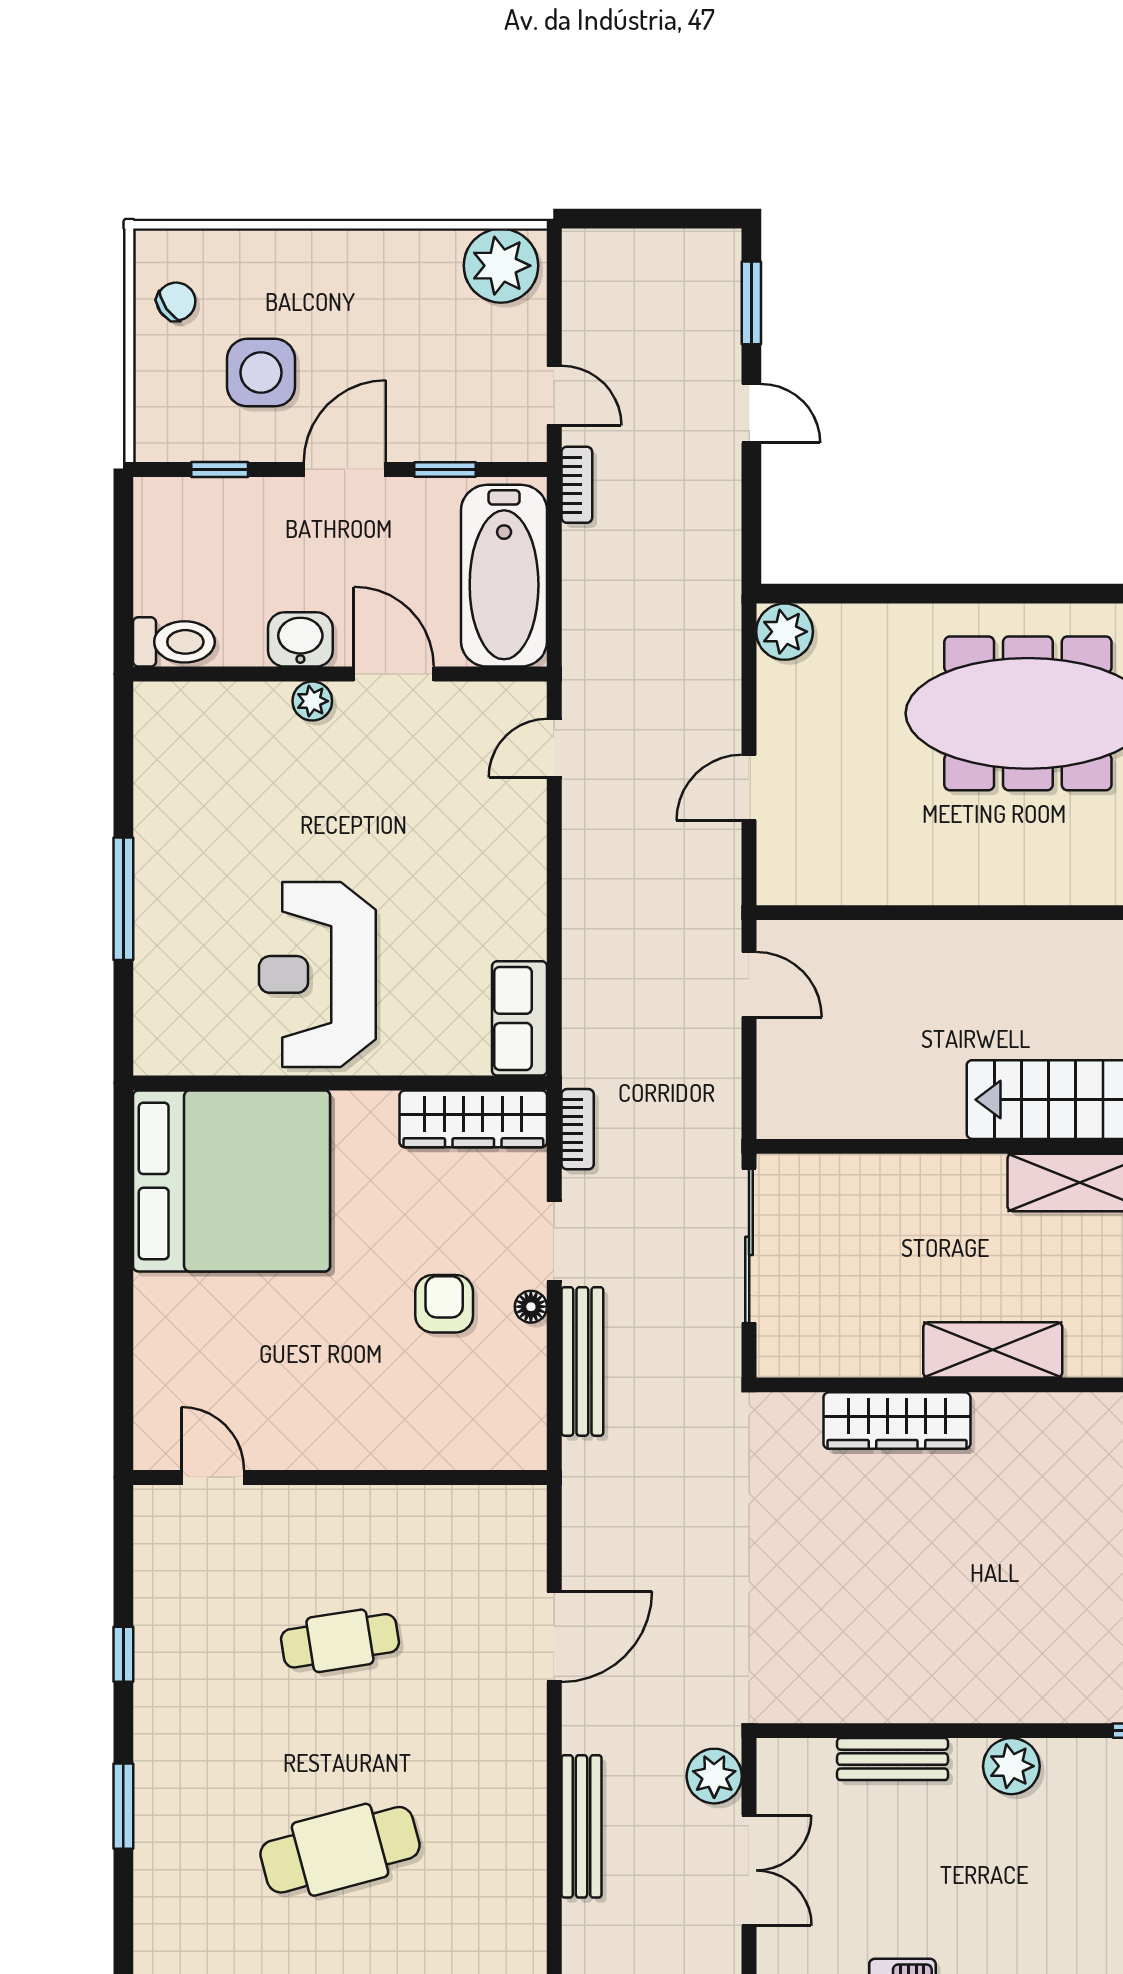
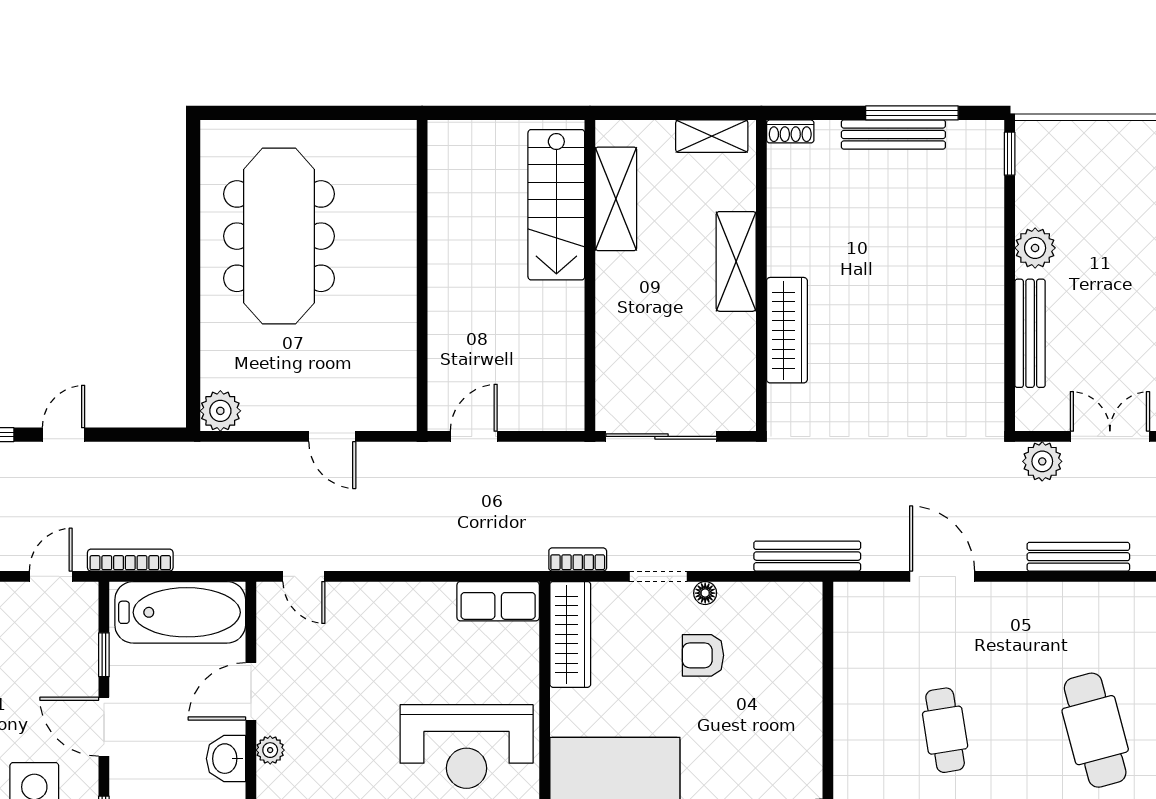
bookcase: (577, 485) -> (130, 560), width x1.56
bench: (582, 1361) -> (807, 556), moved
bench: (893, 1759) -> (1030, 333), width x1.36

